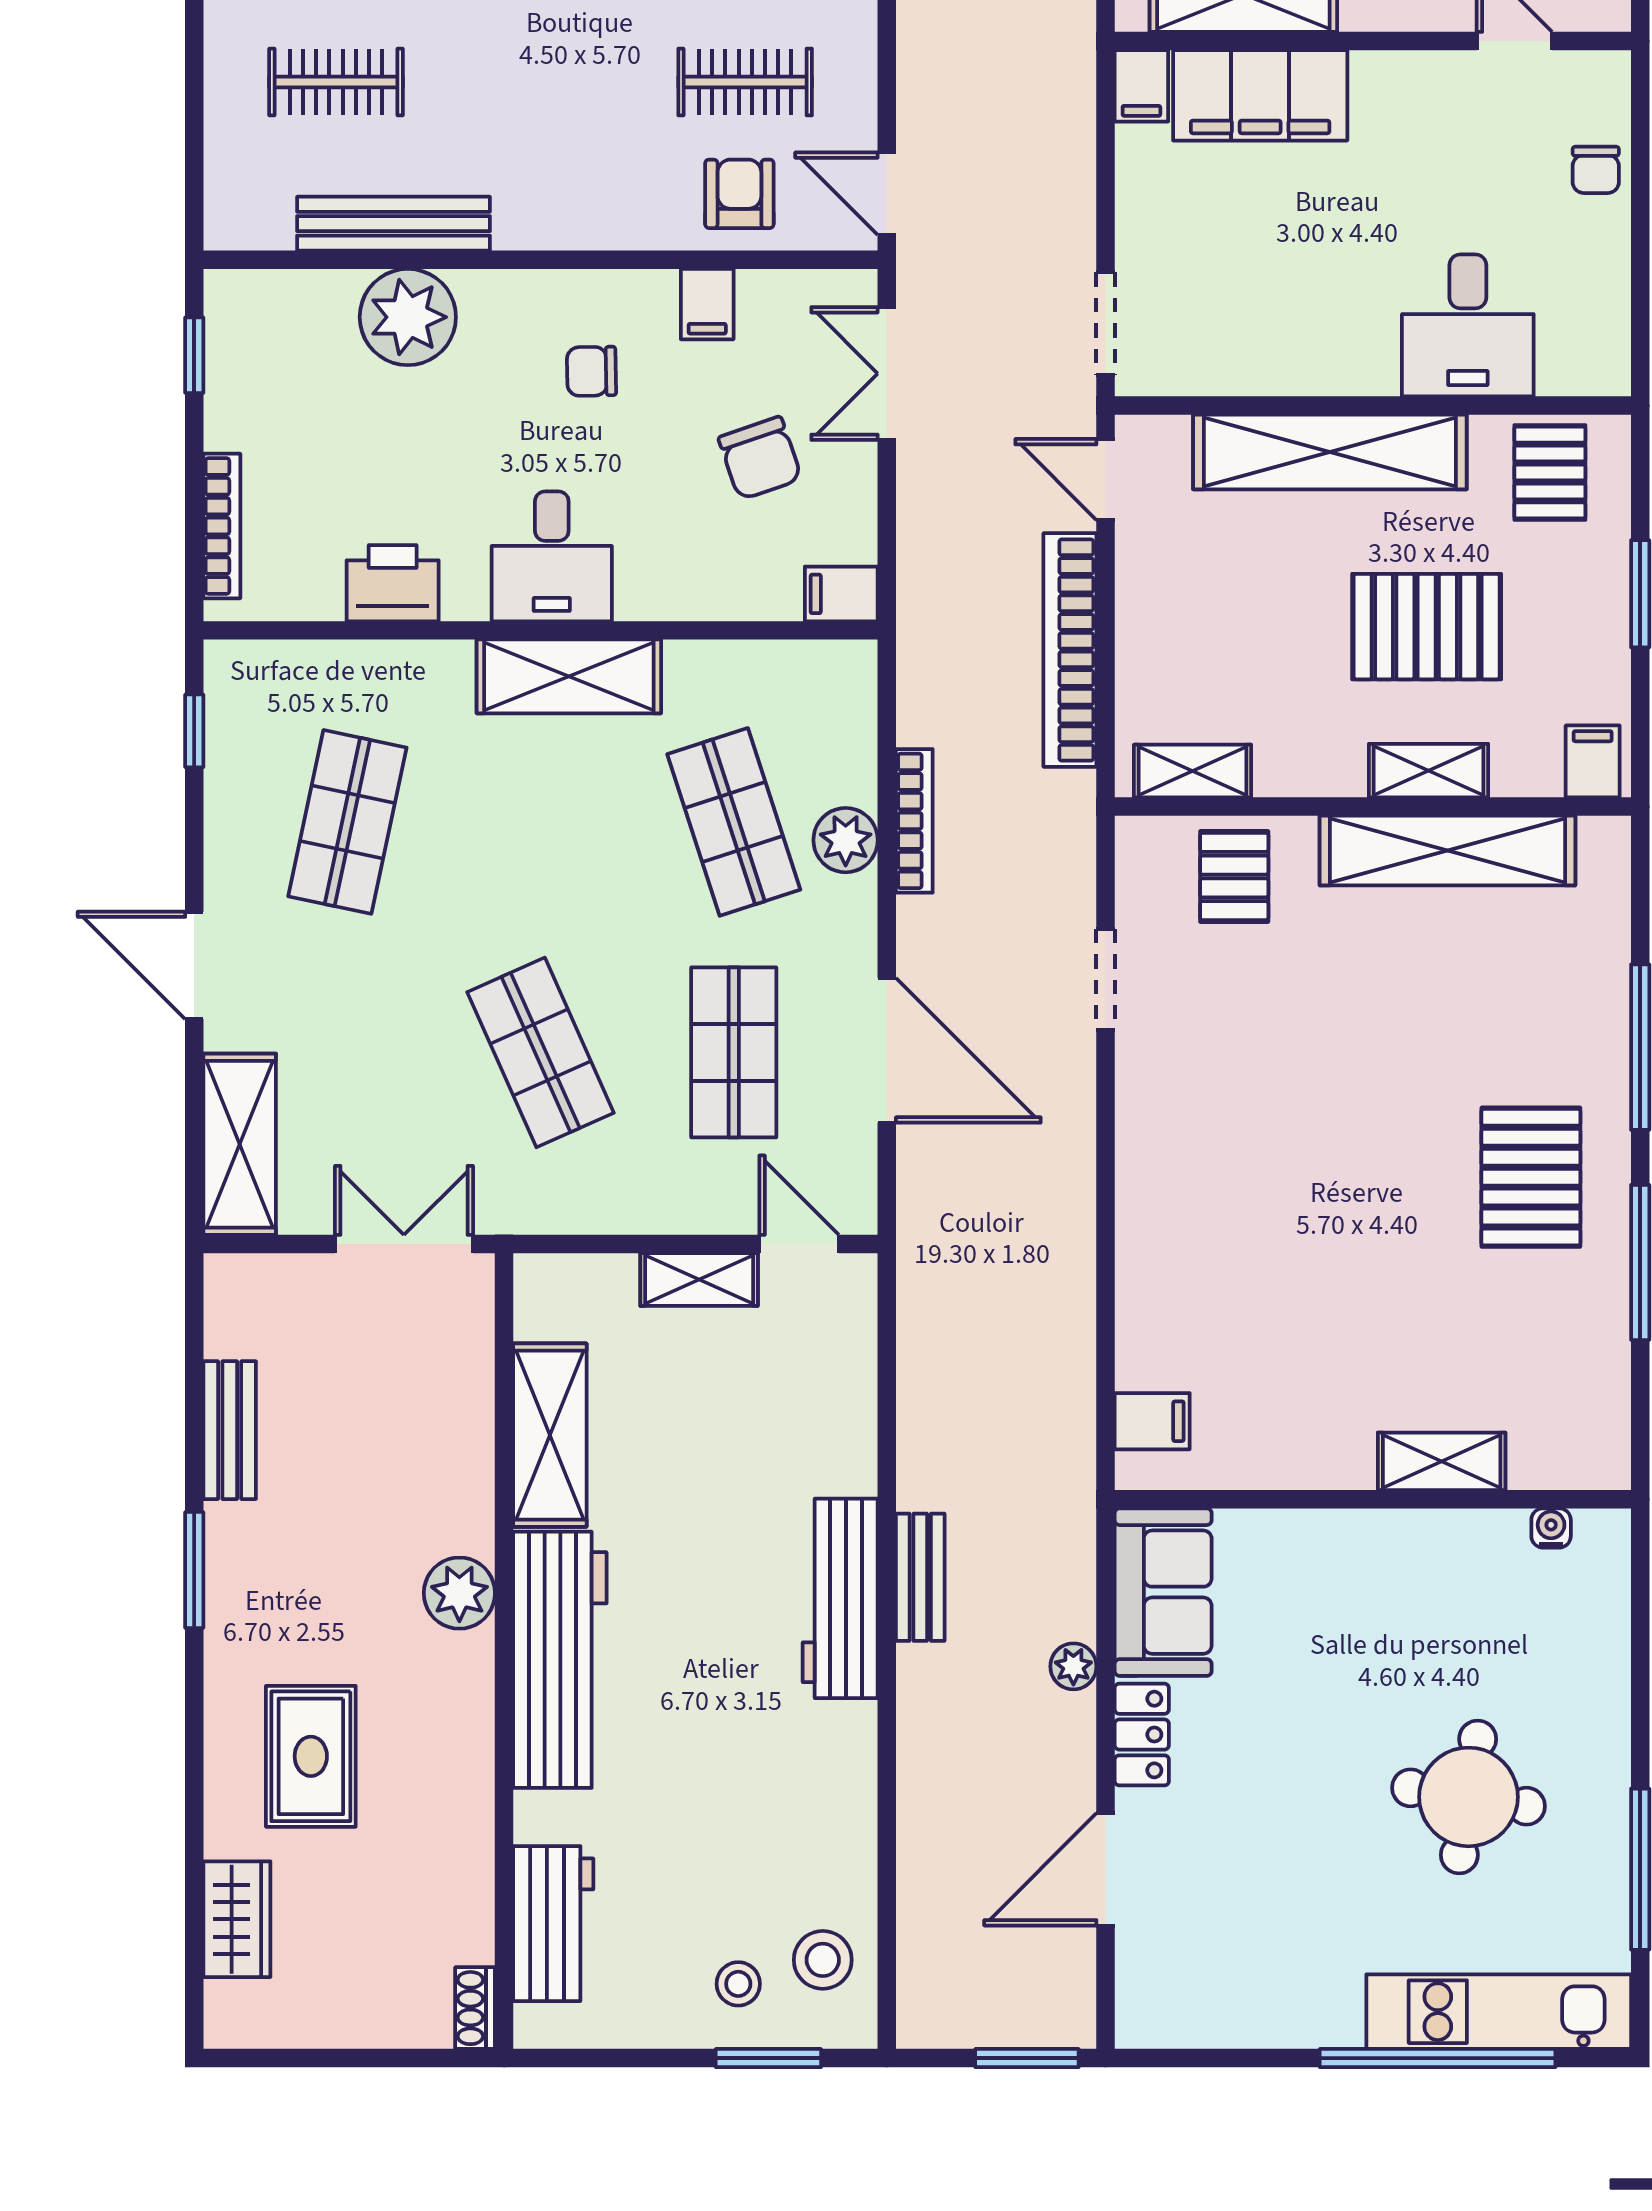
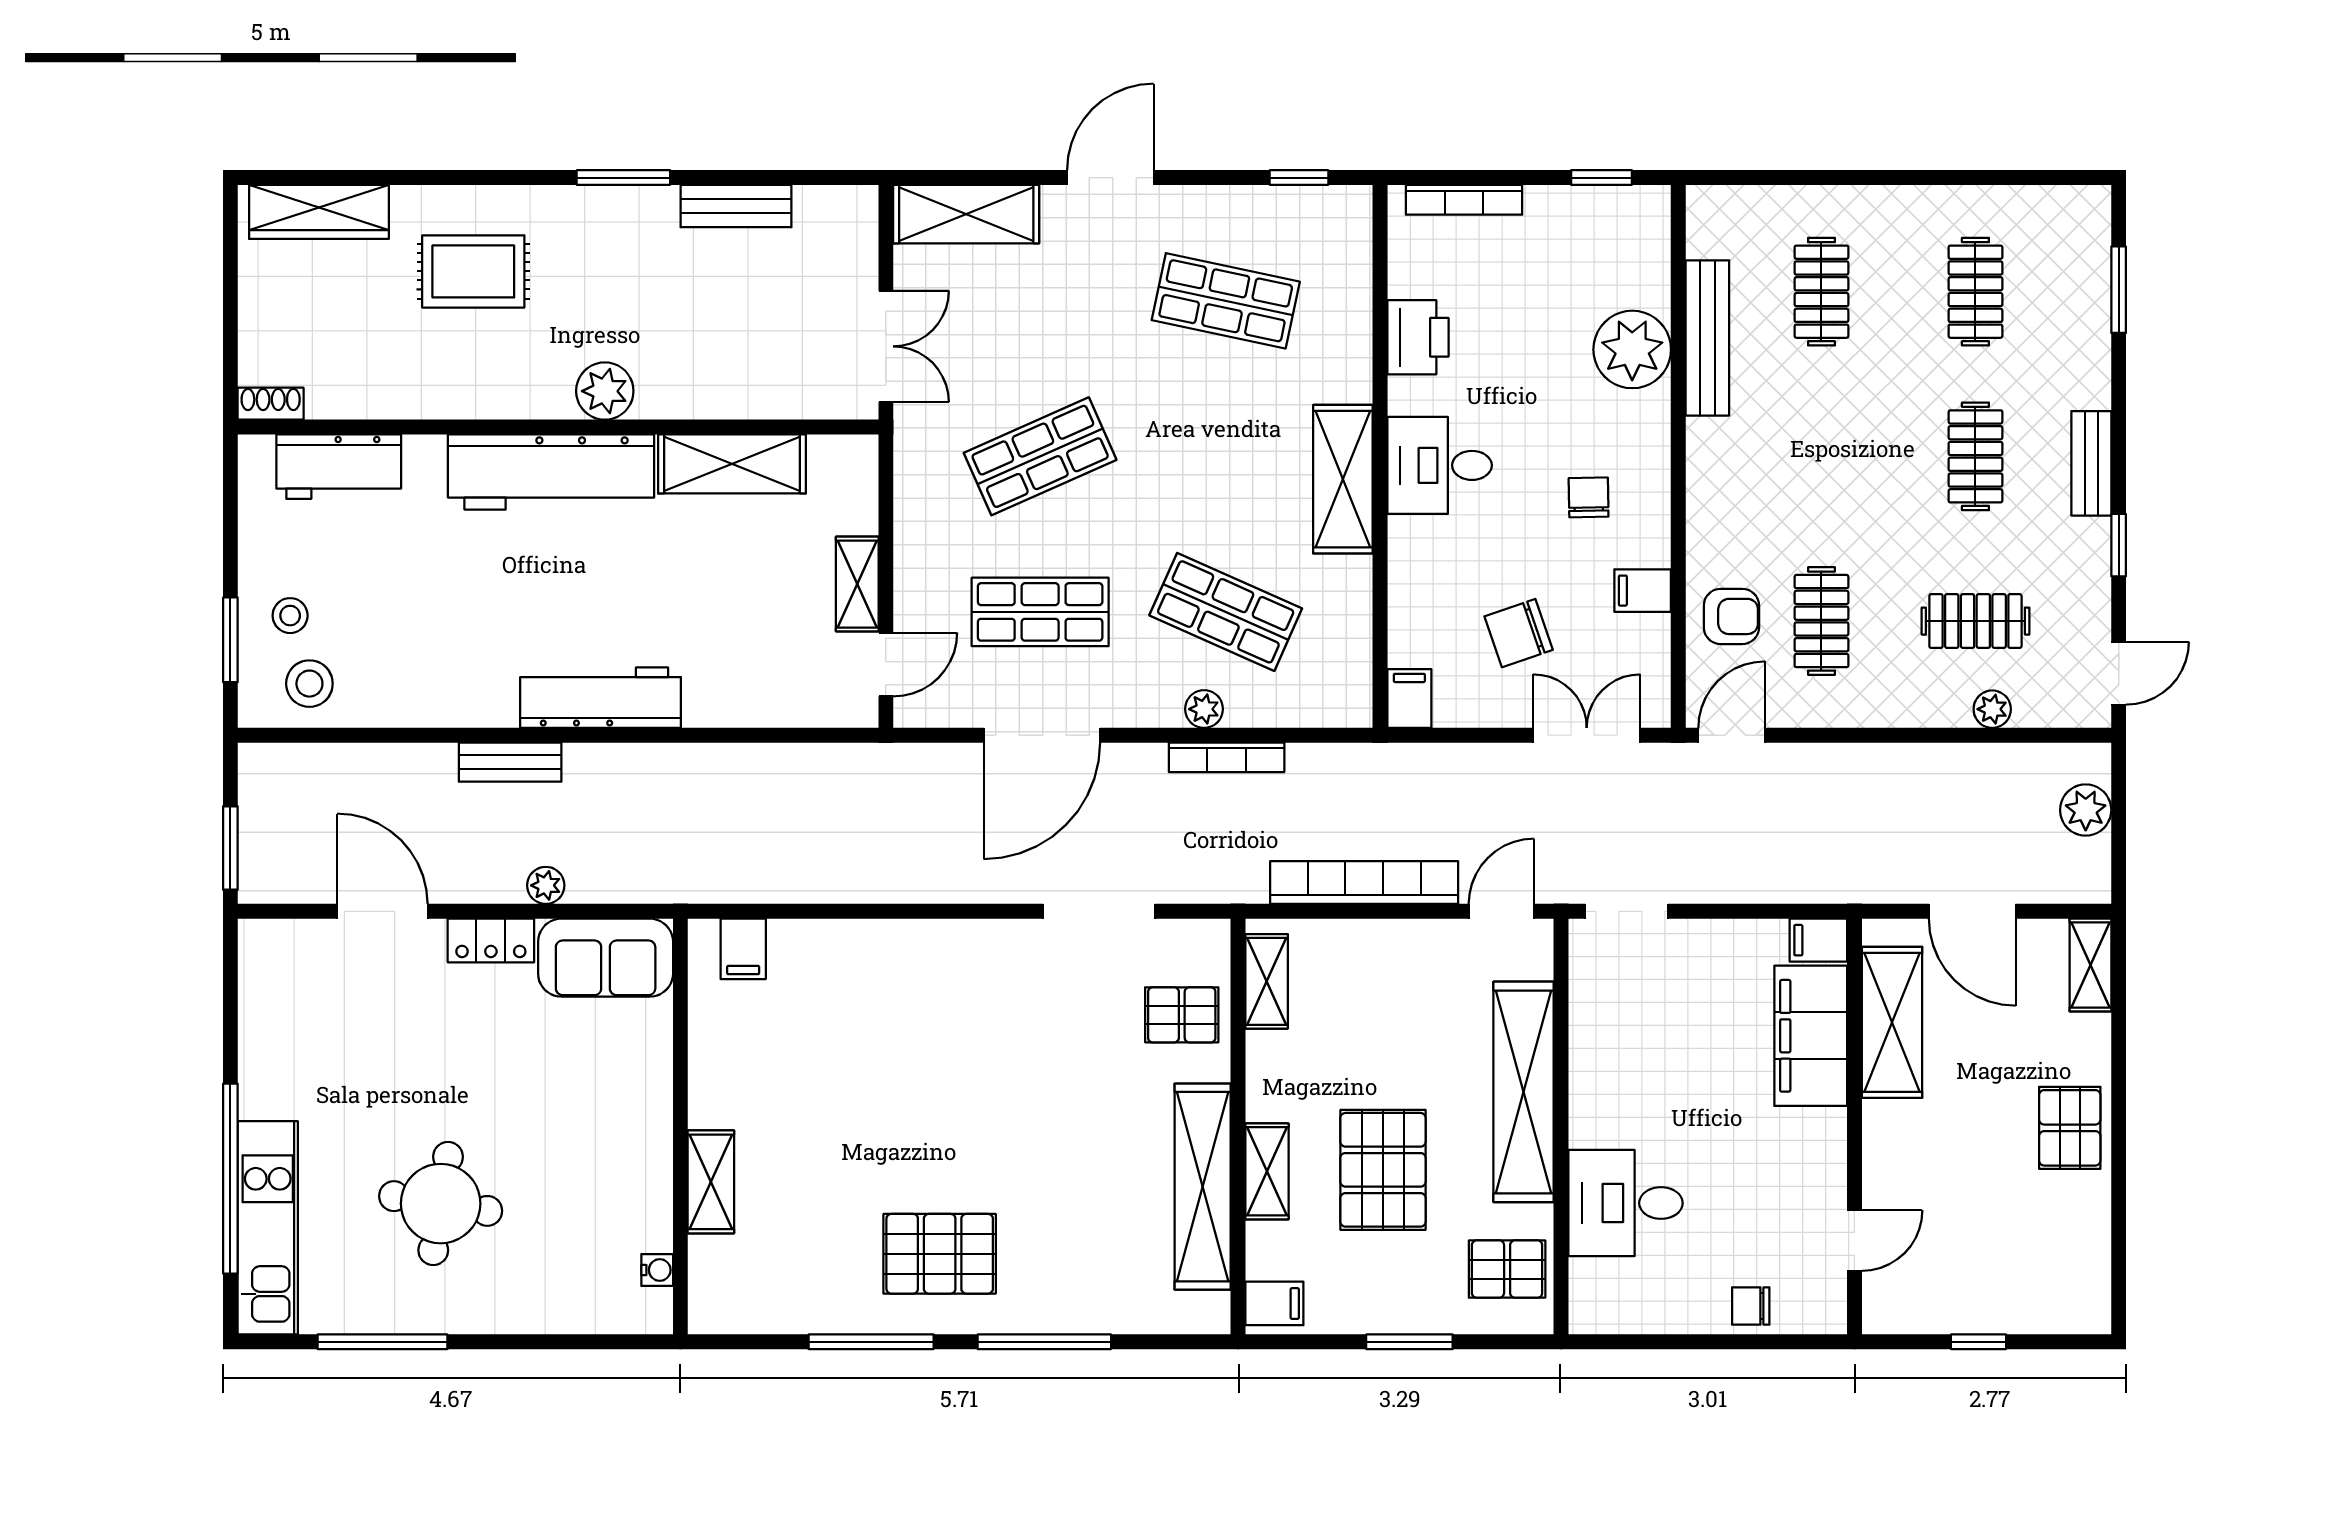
shop shelf: (734, 822) -> (1226, 612), turned 42
plant: (846, 840) -> (1204, 709), width x0.73, depth x0.73
doorway: (1106, 979) -> (1099, 911), width x1.38
bench: (920, 1577) -> (510, 762), moved
wardrobe: (237, 1919) -> (319, 212), width x1.50

